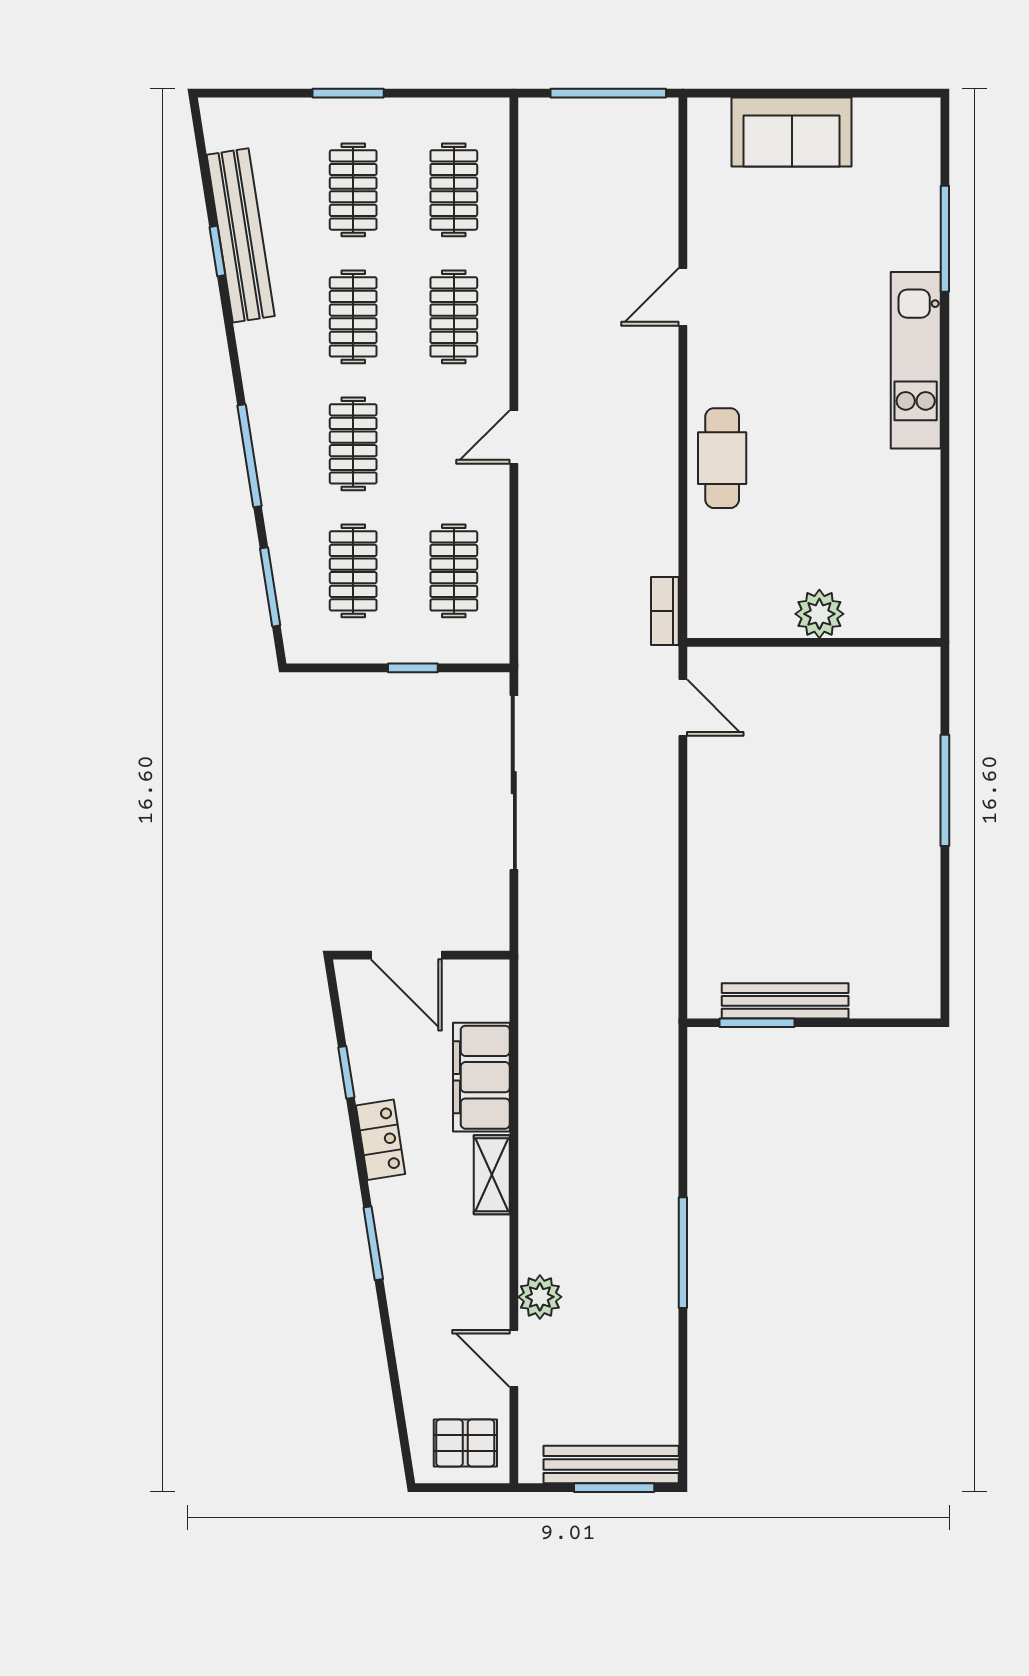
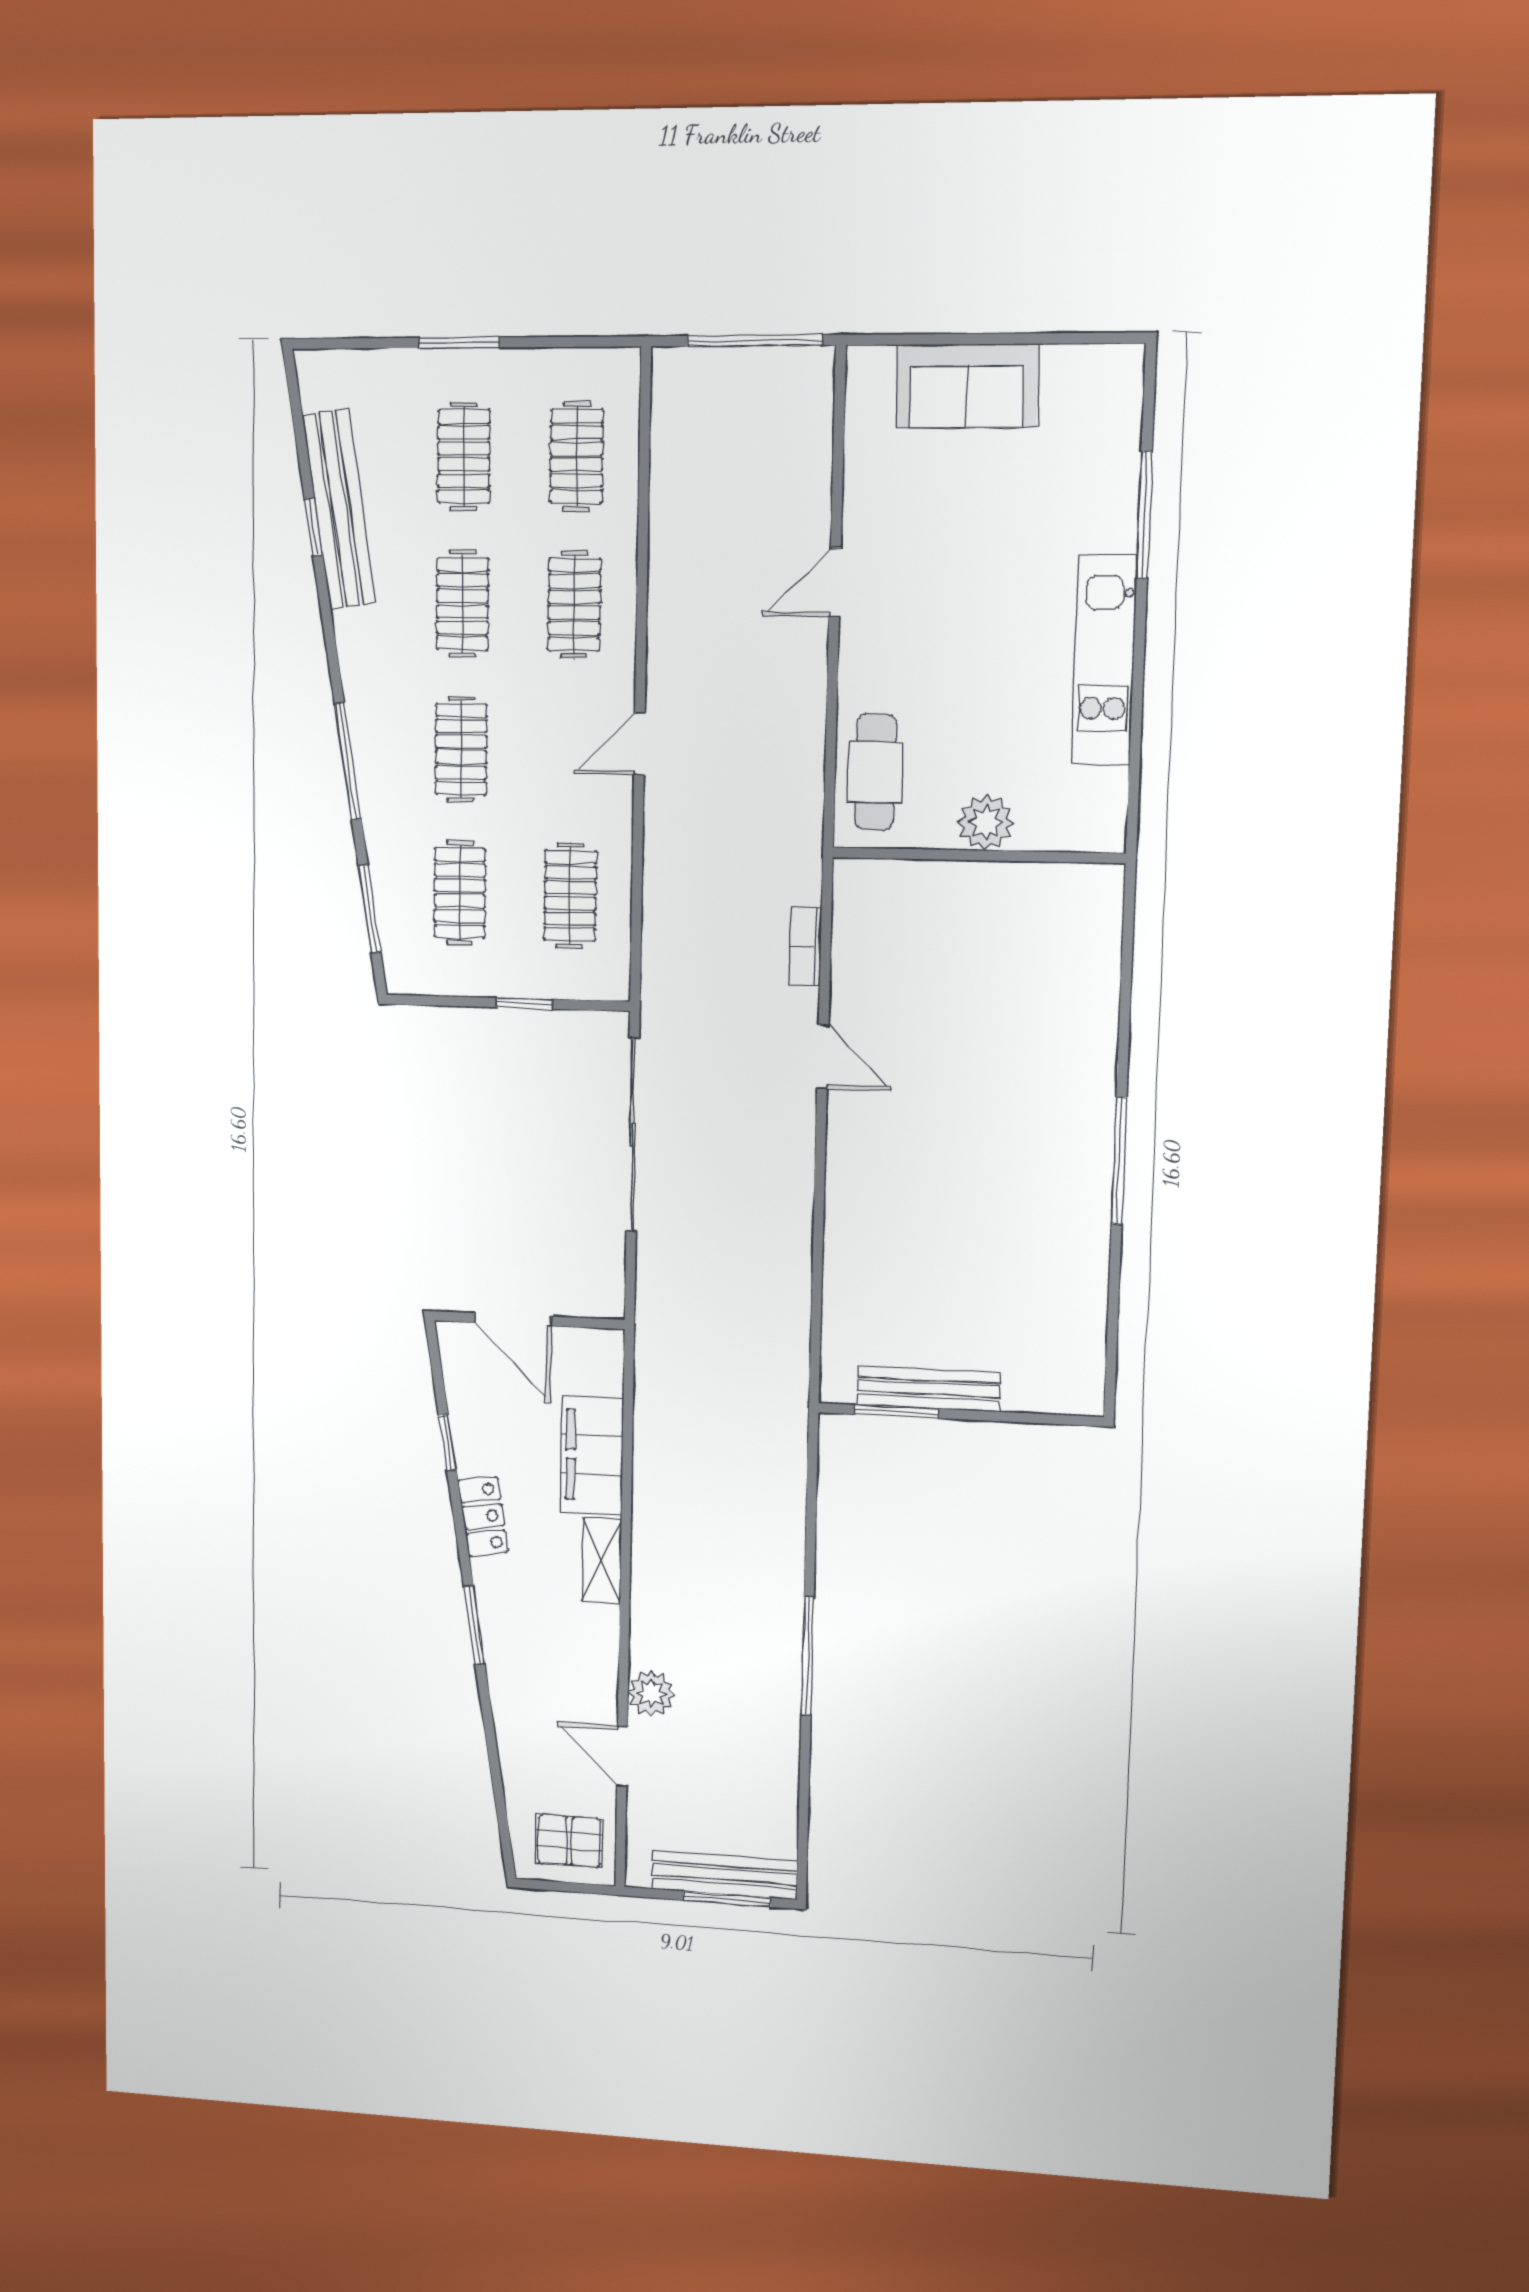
plant: (819, 614) -> (986, 822), moved
wall: (814, 642) -> (978, 855), moved

